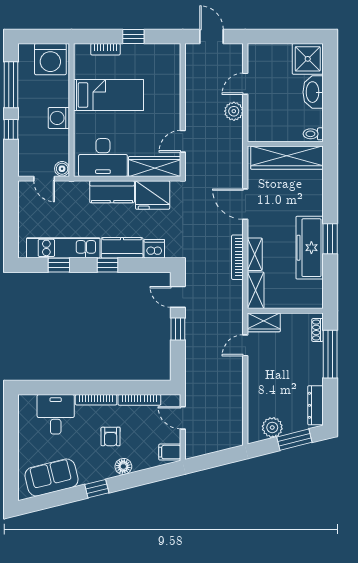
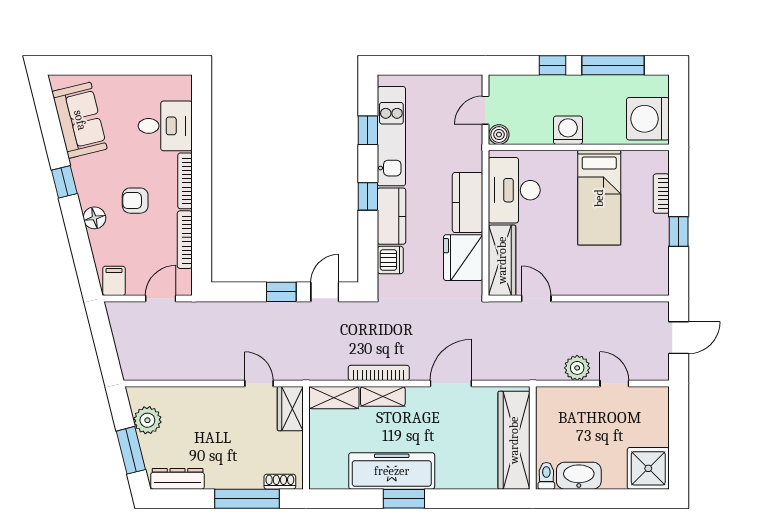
washbasin: (313, 92) -> (579, 476), moved

